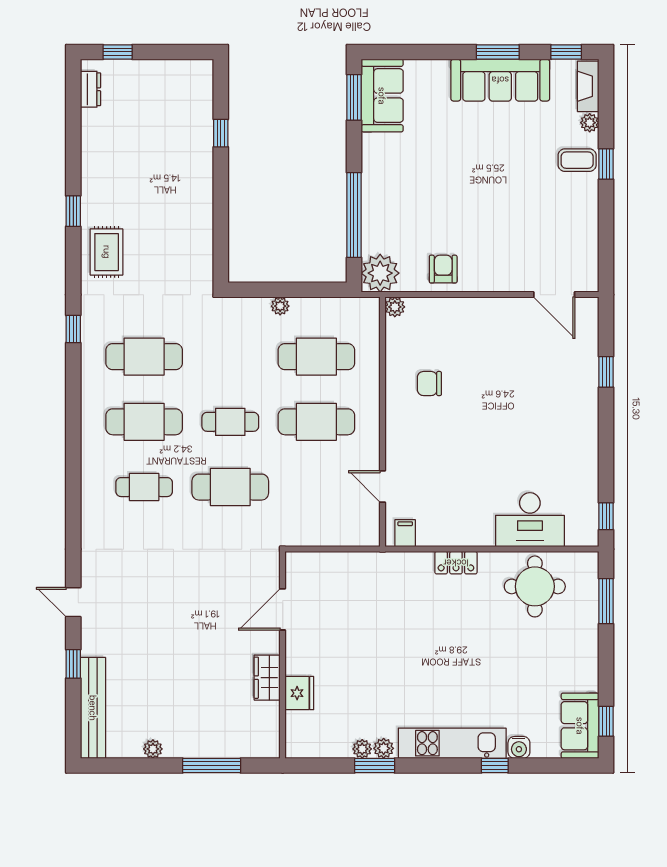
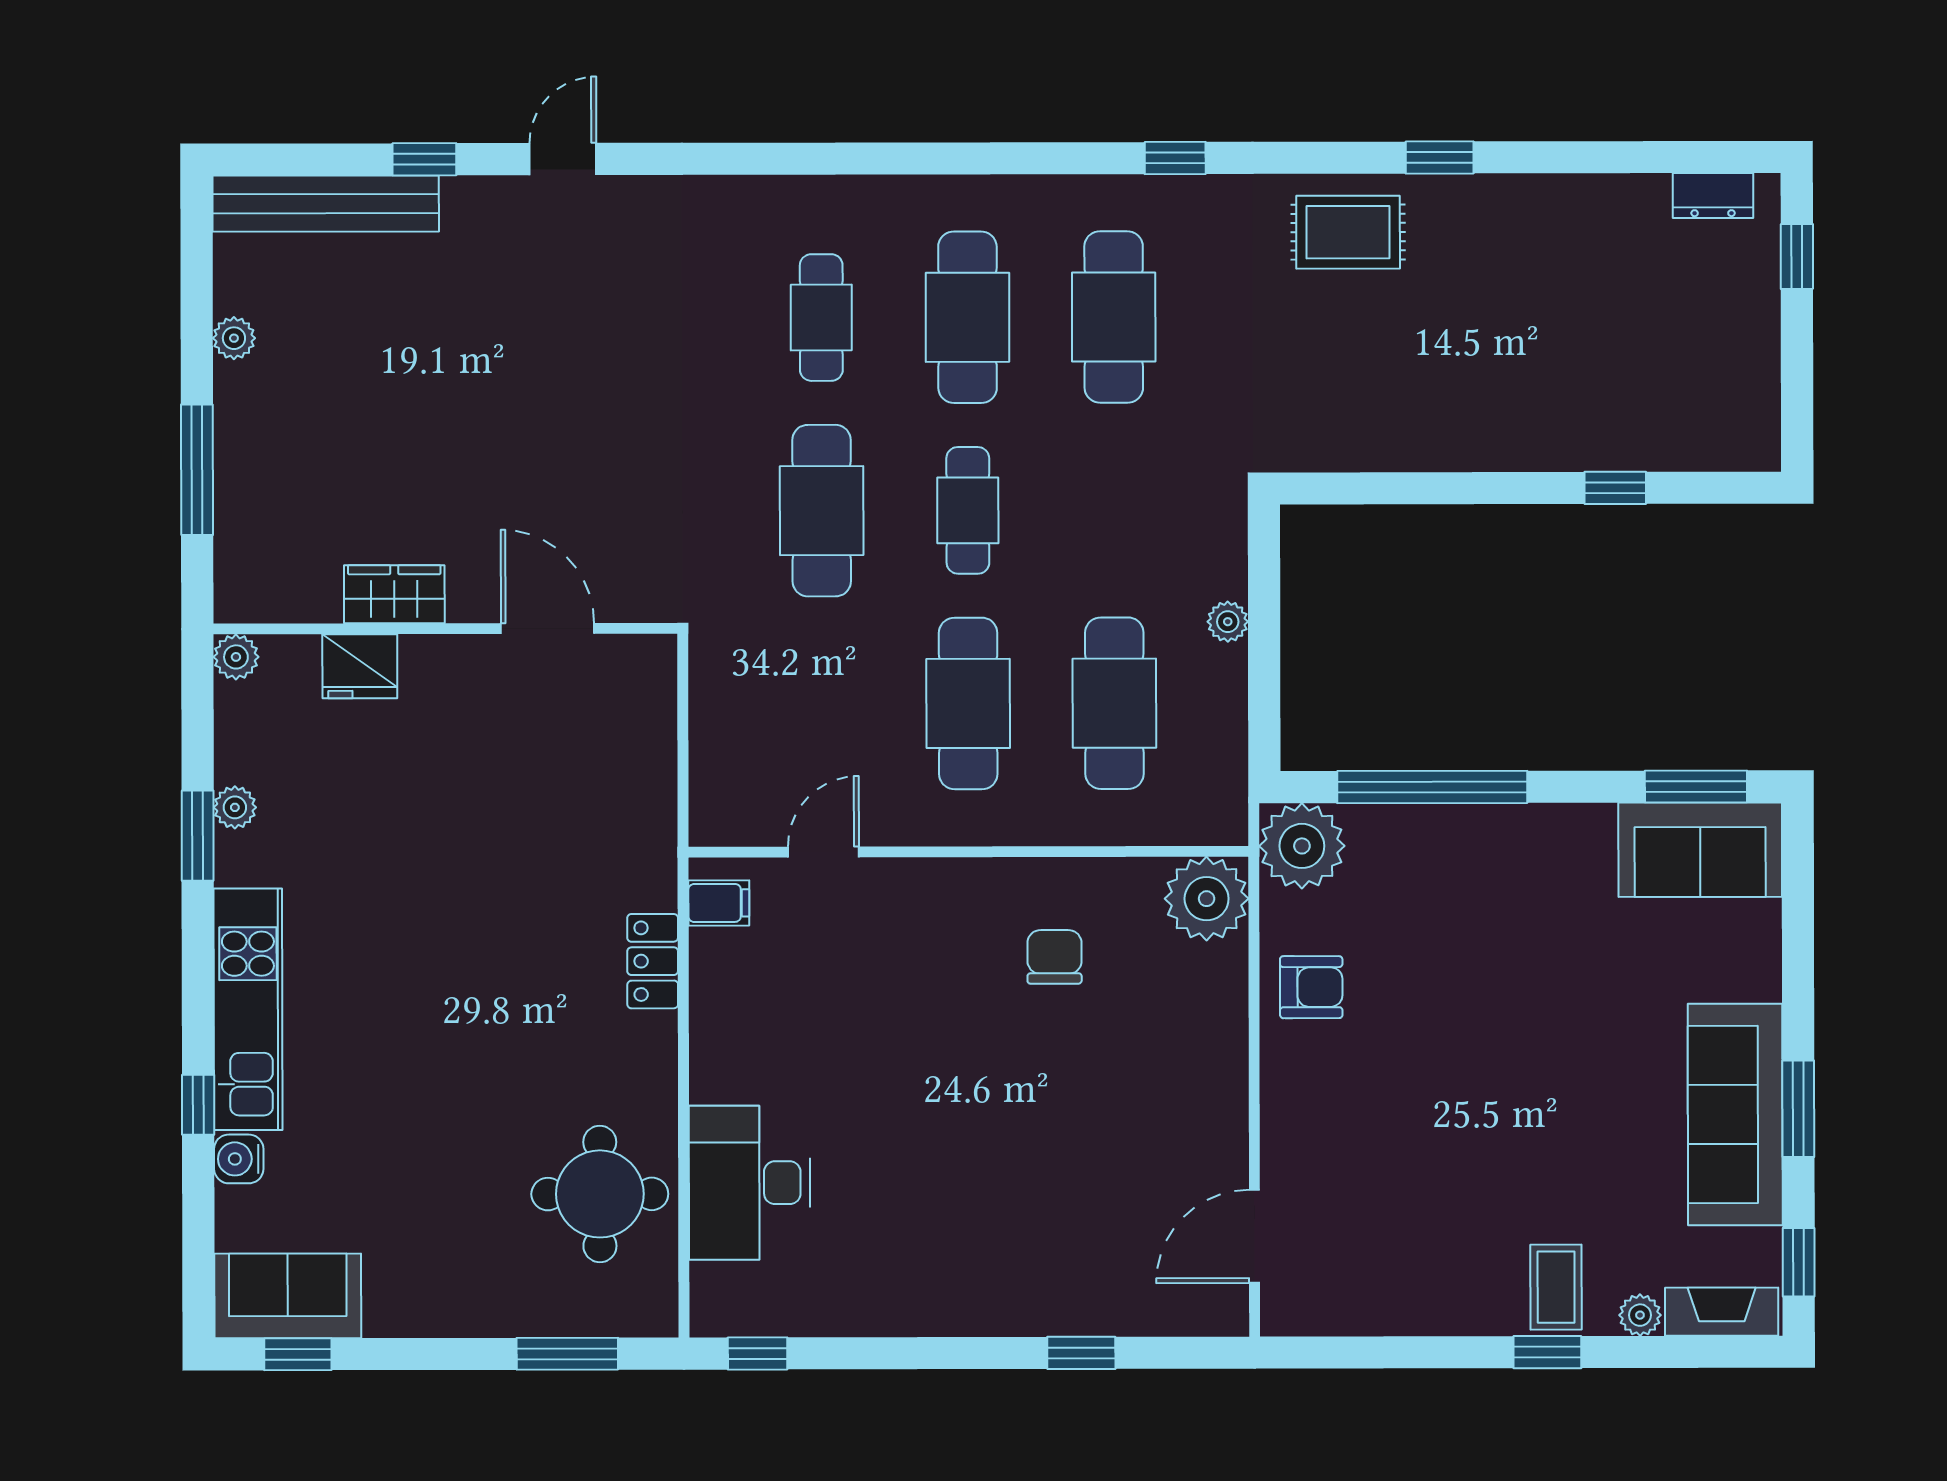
plant: (395, 307) -> (1207, 899), width x1.88, depth x1.88
locker: (456, 563) -> (653, 961), moved
plant: (384, 748) -> (236, 657), moved

